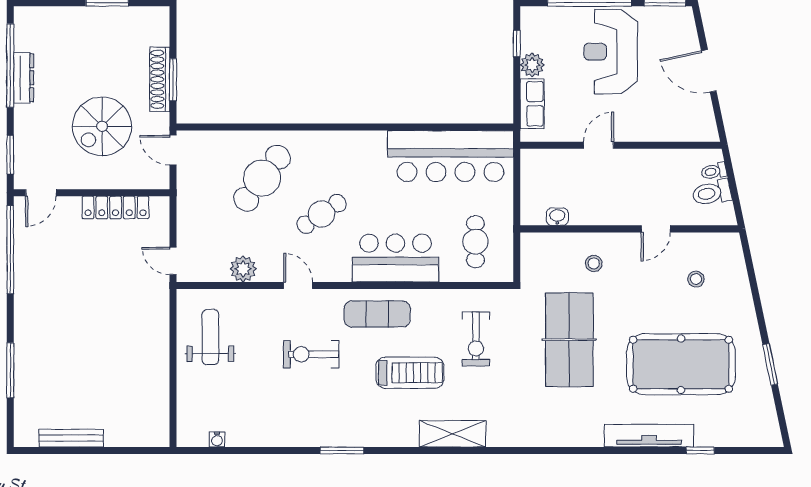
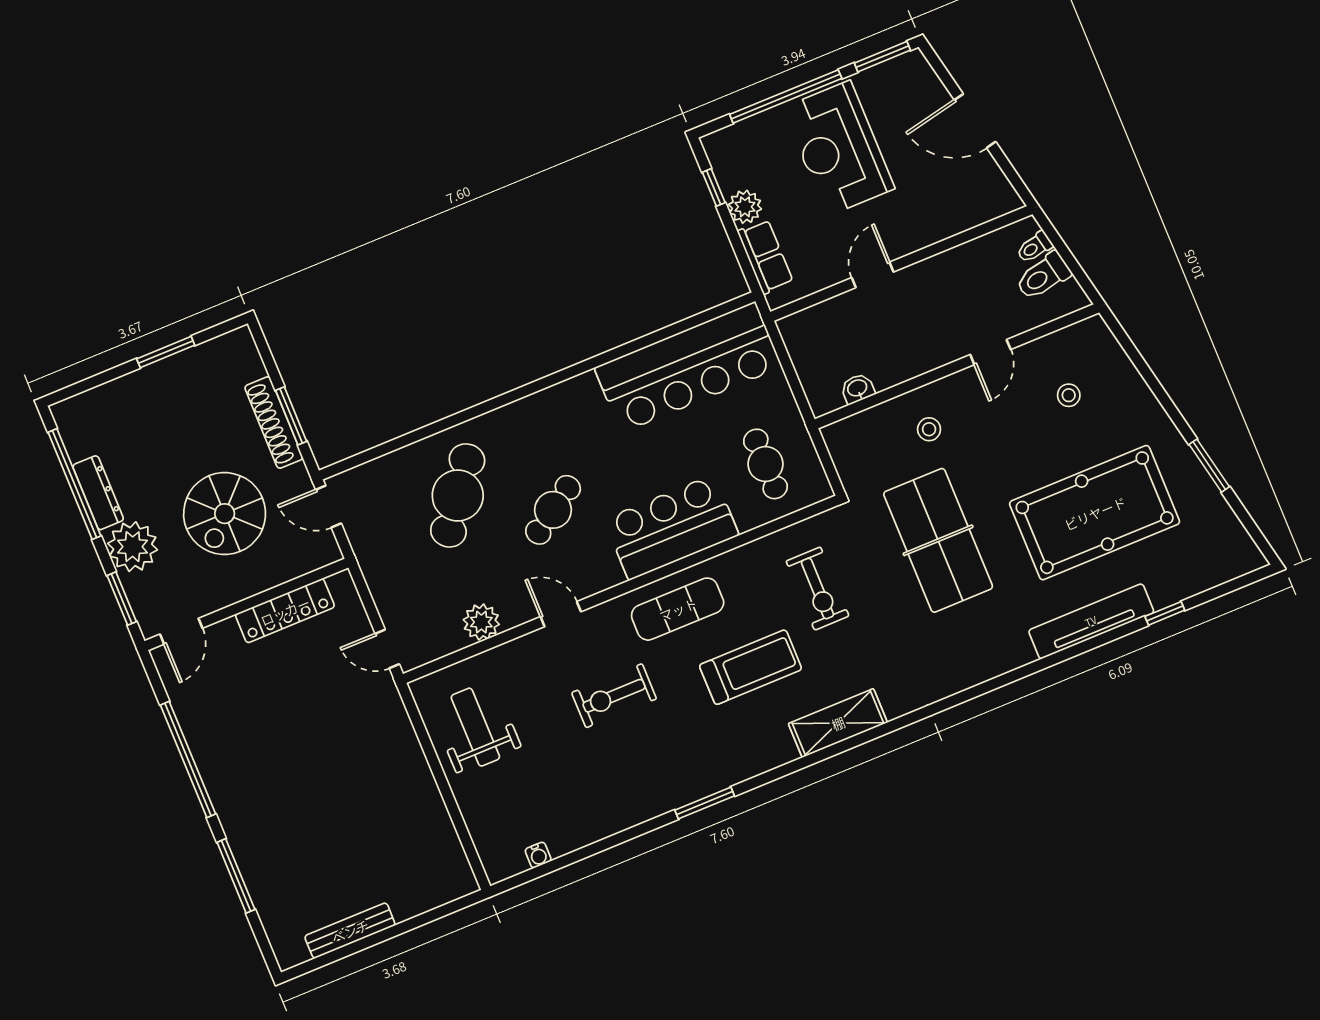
plant: (32, 123) -> (133, 547), added
window: (10, 250) -> (188, 759), moved

